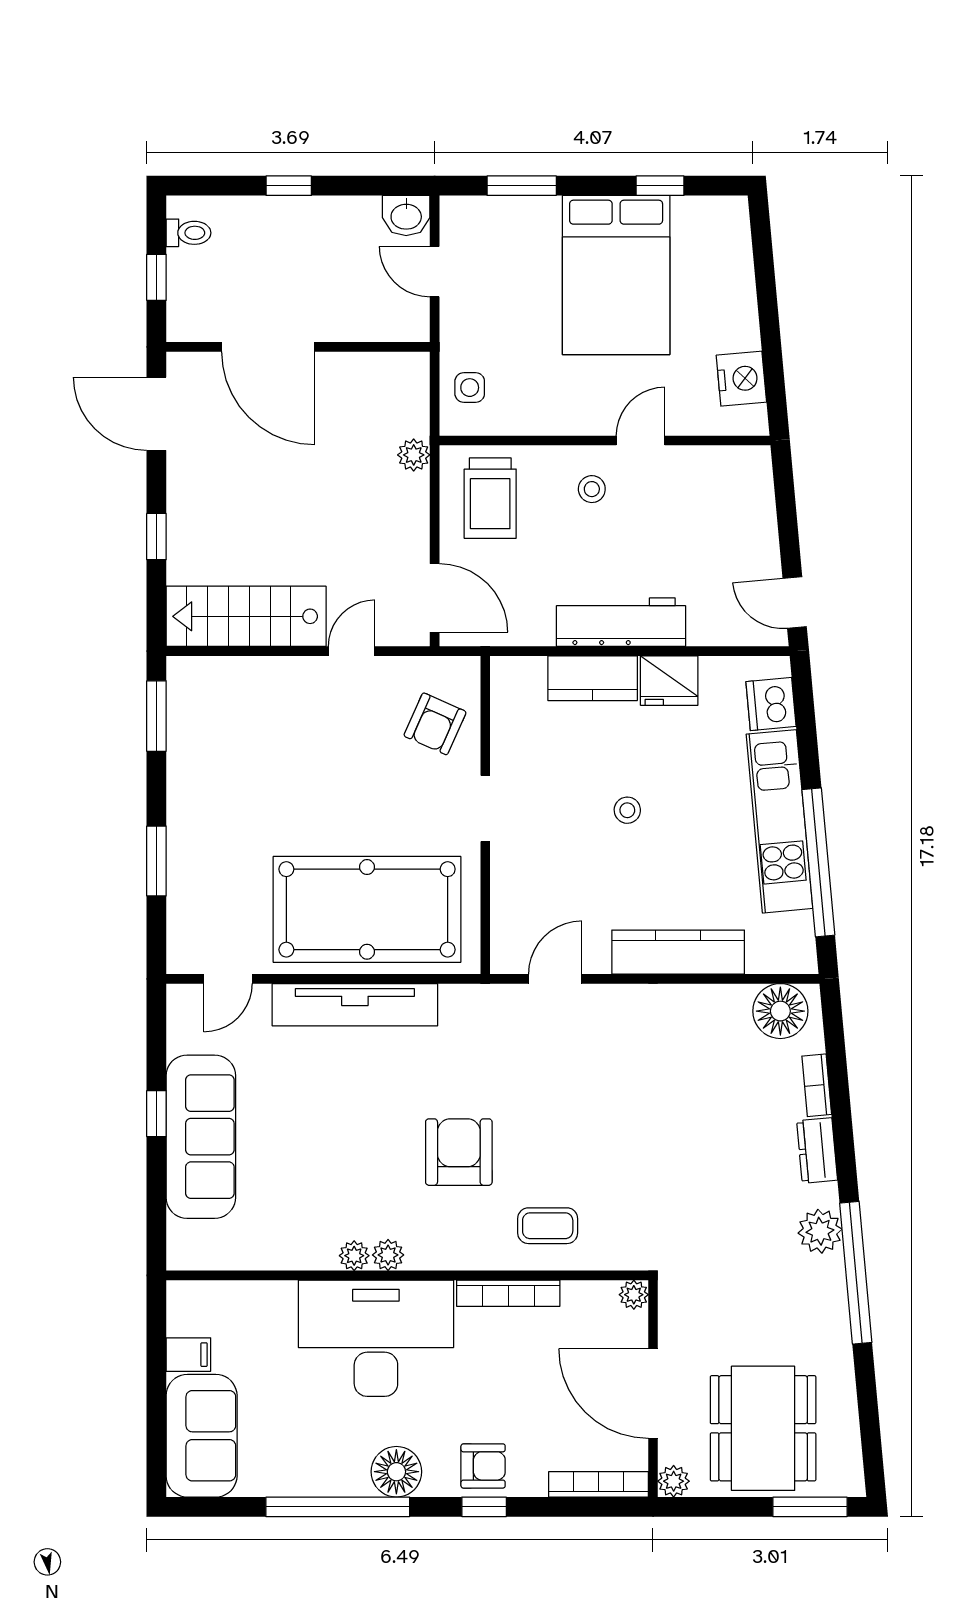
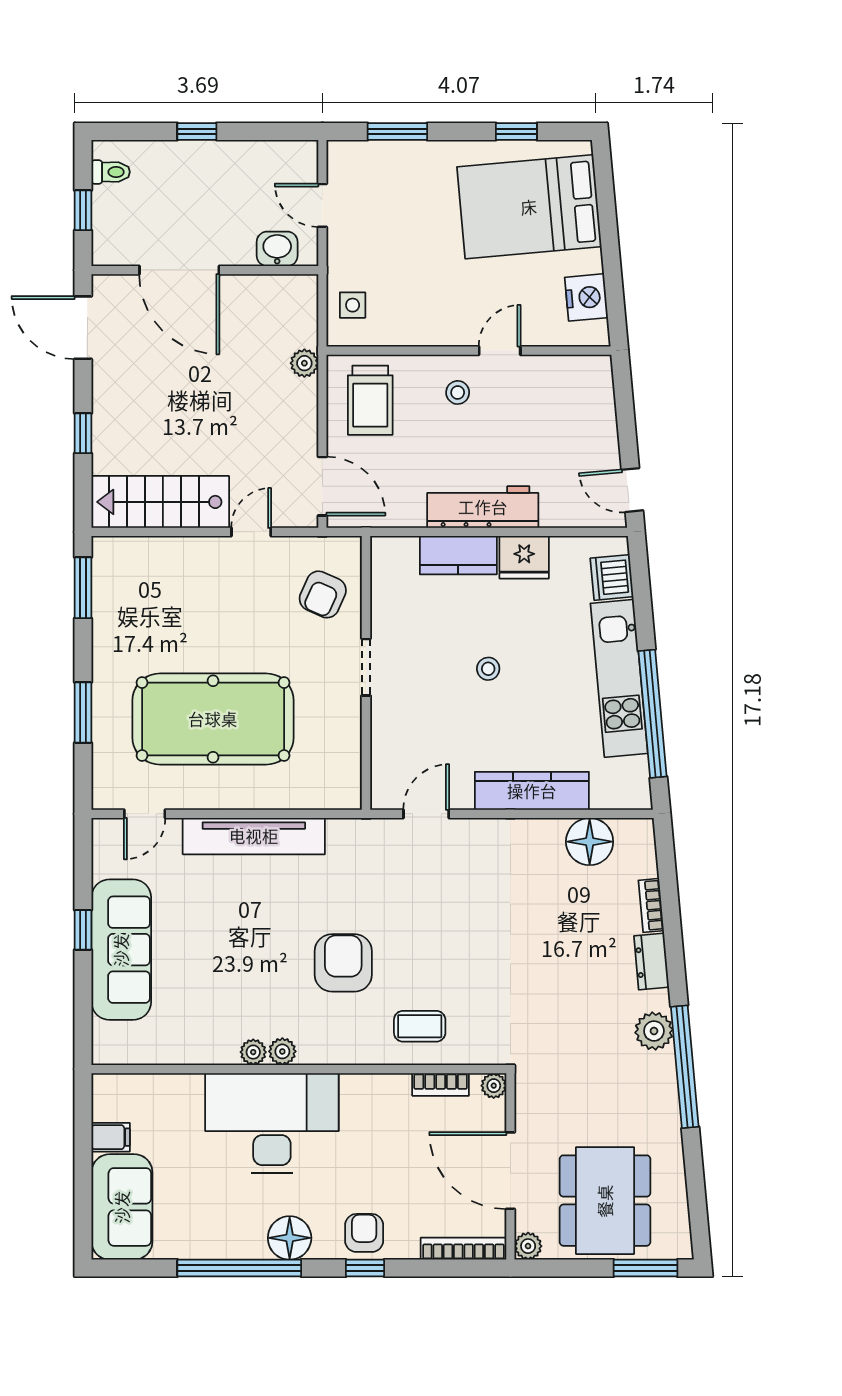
washbasin: (406, 216) -> (277, 249), moved, turned 180
bed: (616, 275) -> (529, 207), moved, turned 85
pool table: (367, 909) -> (213, 719), moved
floor lamp: (780, 1011) -> (590, 842), moved
bookcase: (508, 1293) -> (441, 1084), moved, width x0.64
armchair: (483, 1466) -> (364, 1233), turned -90

